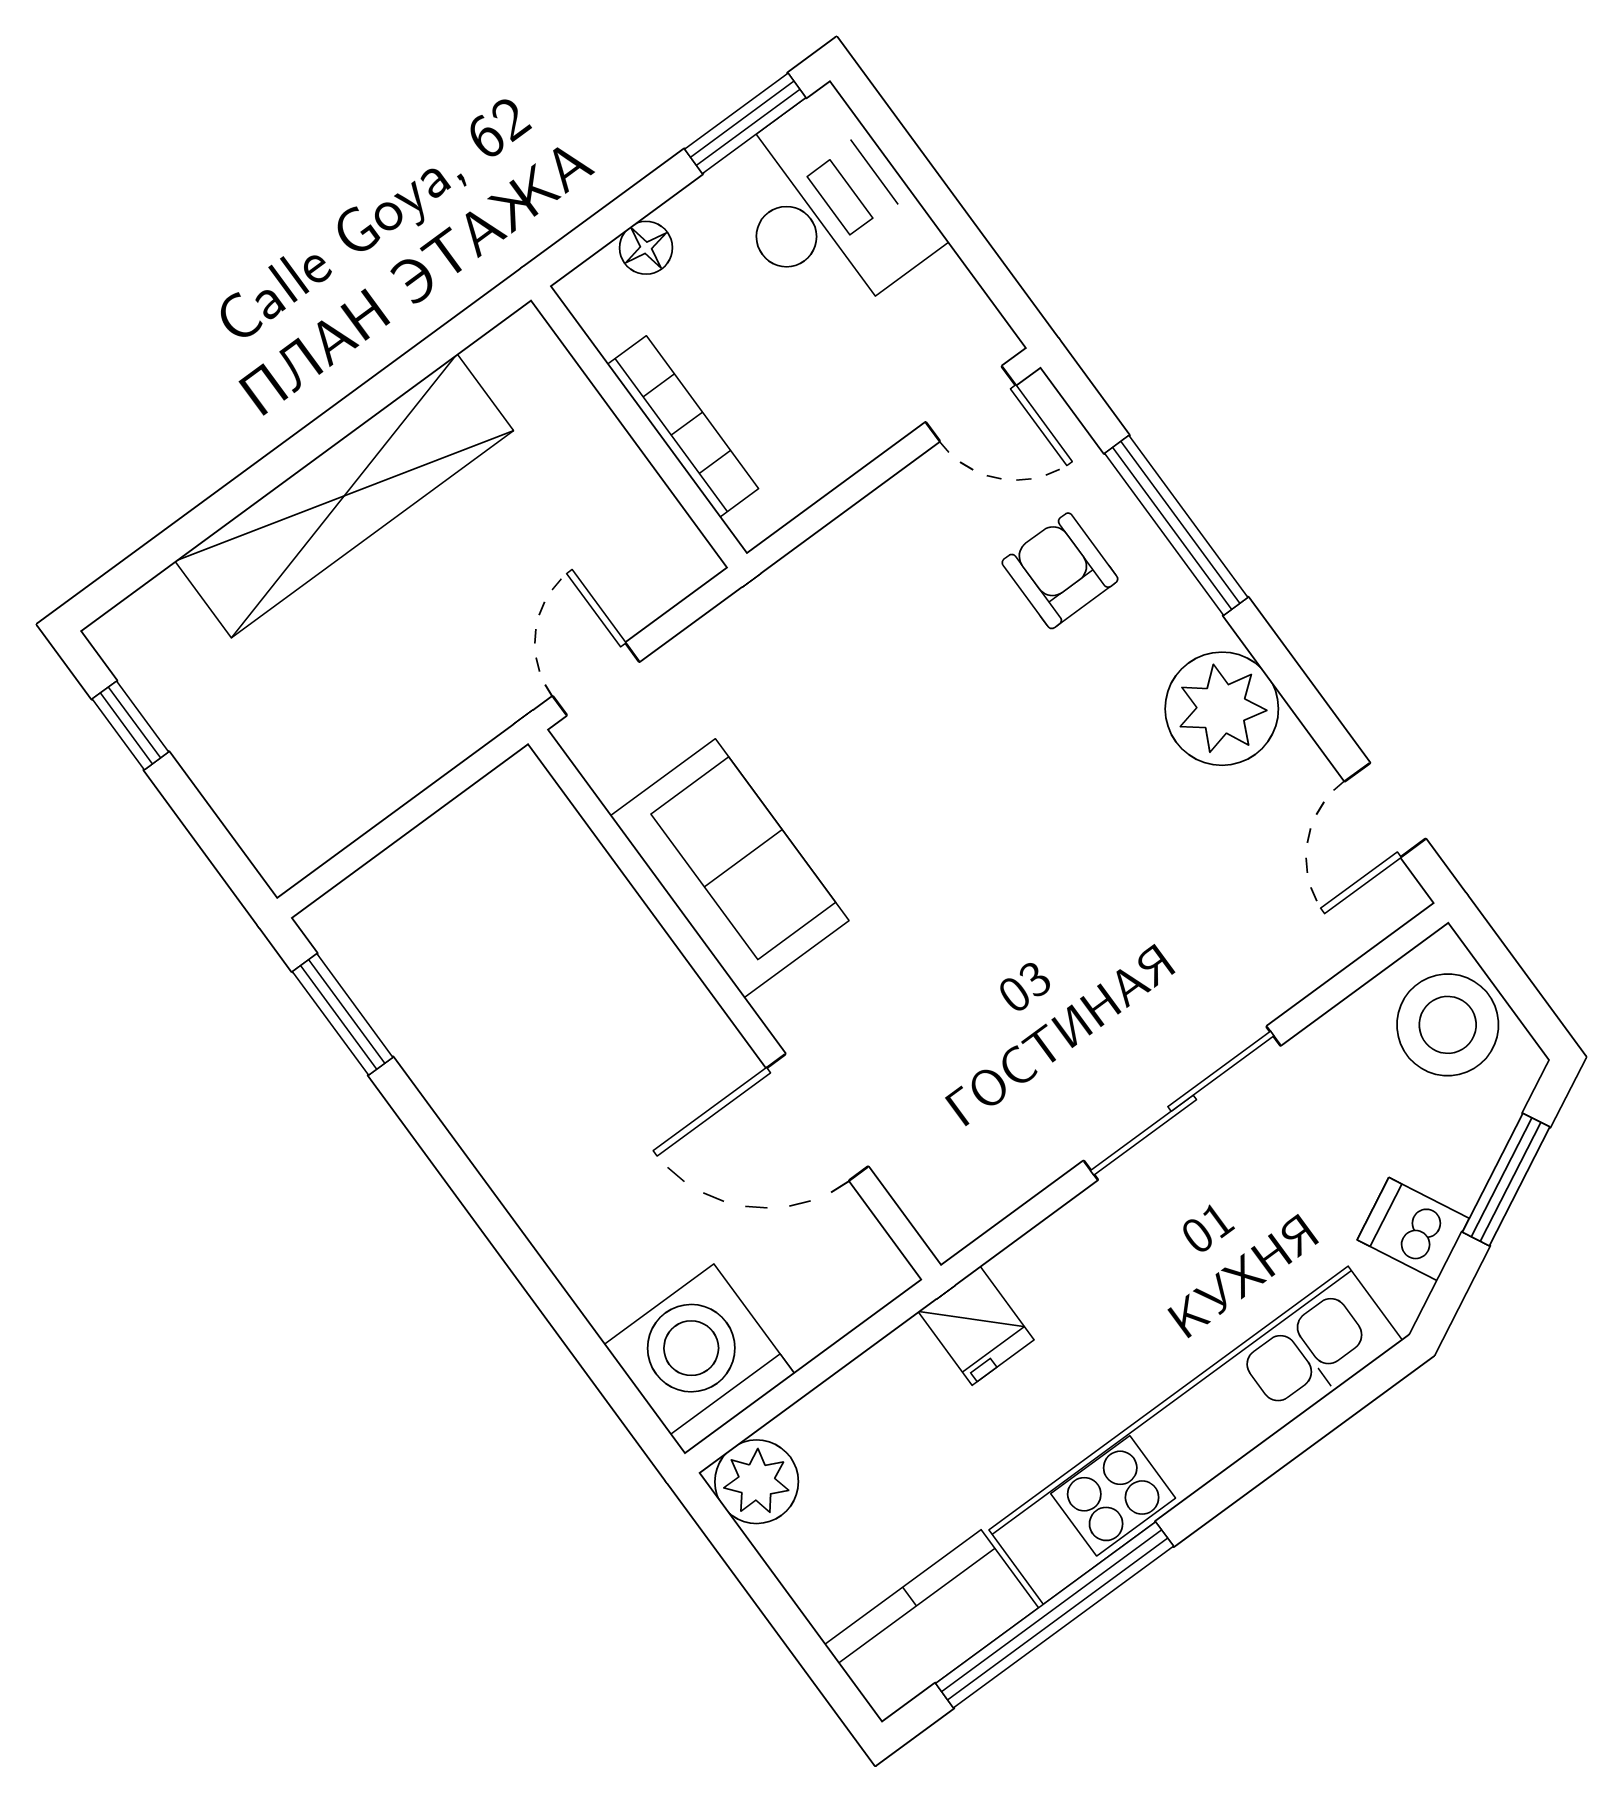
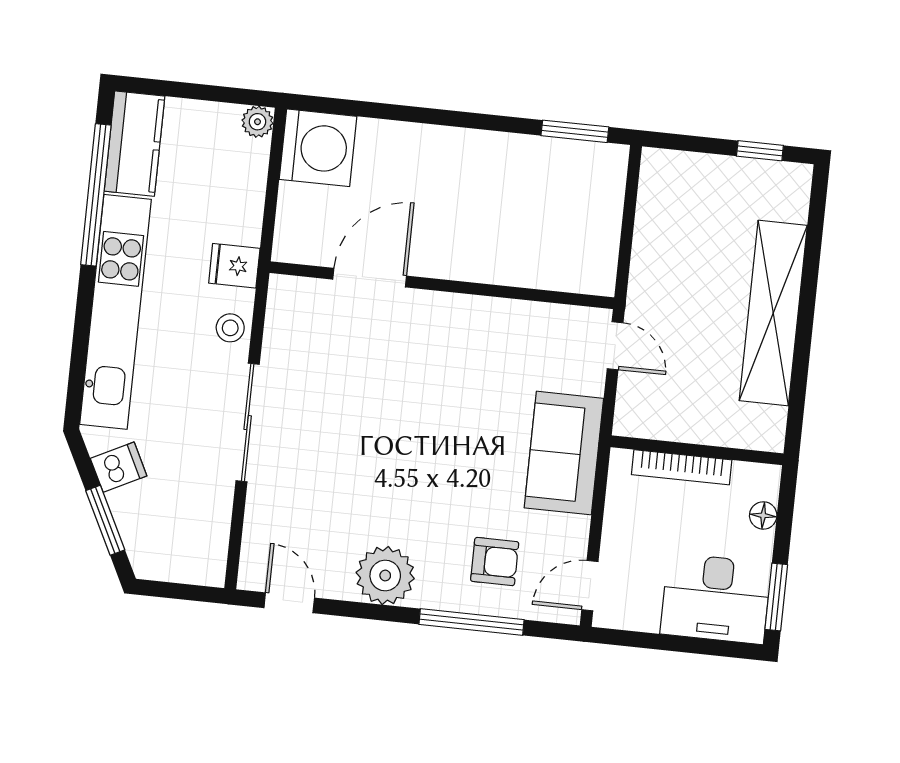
sofa: (730, 868) -> (564, 453), moved, turned 90
stool: (1448, 1025) -> (230, 328), moved, width x0.53, depth x0.53
plant: (757, 1482) -> (257, 122), width x0.73, depth x0.73

